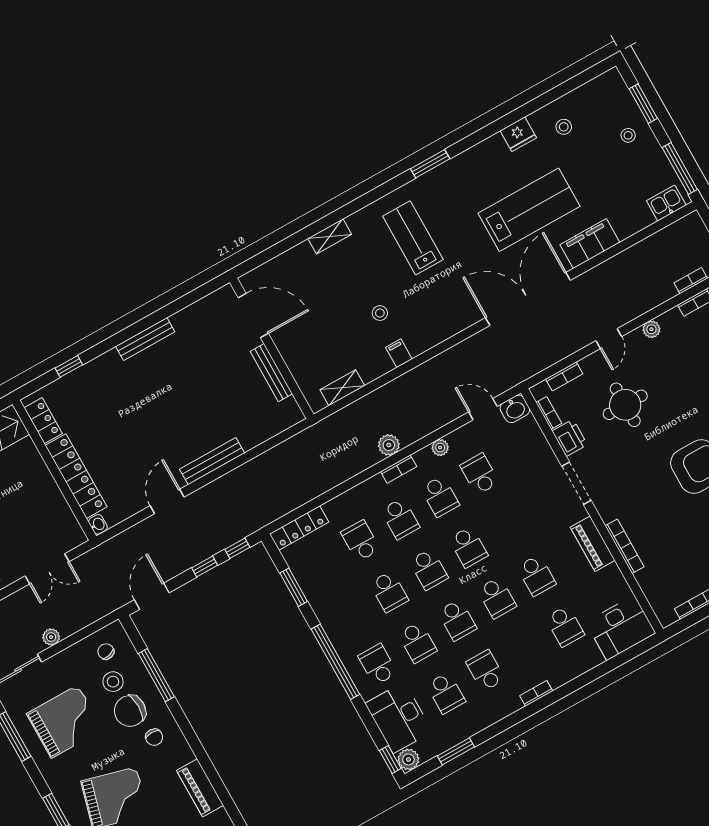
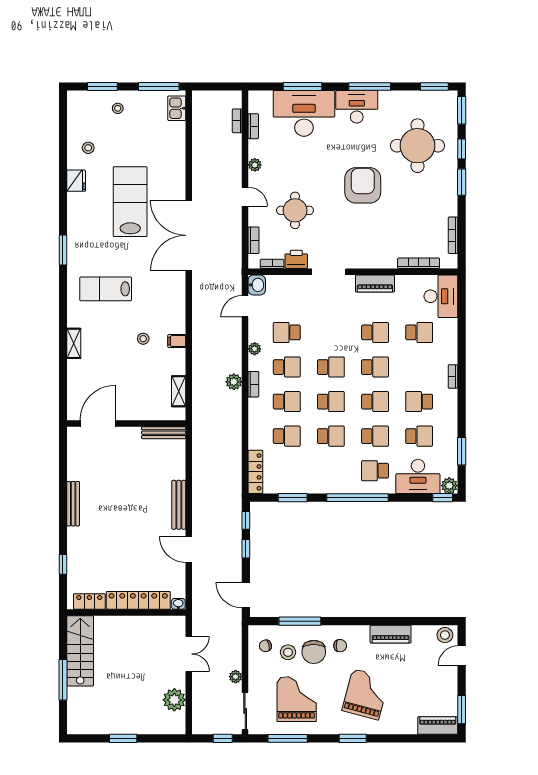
filing cabinet: (590, 244) -> (175, 174), removed
bench: (271, 373) -> (164, 433), moved
school desk: (360, 541) -> (287, 436), turned 180
bookcase: (625, 546) -> (419, 263), moved

